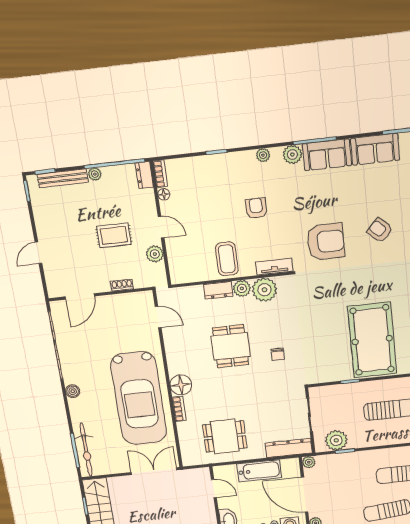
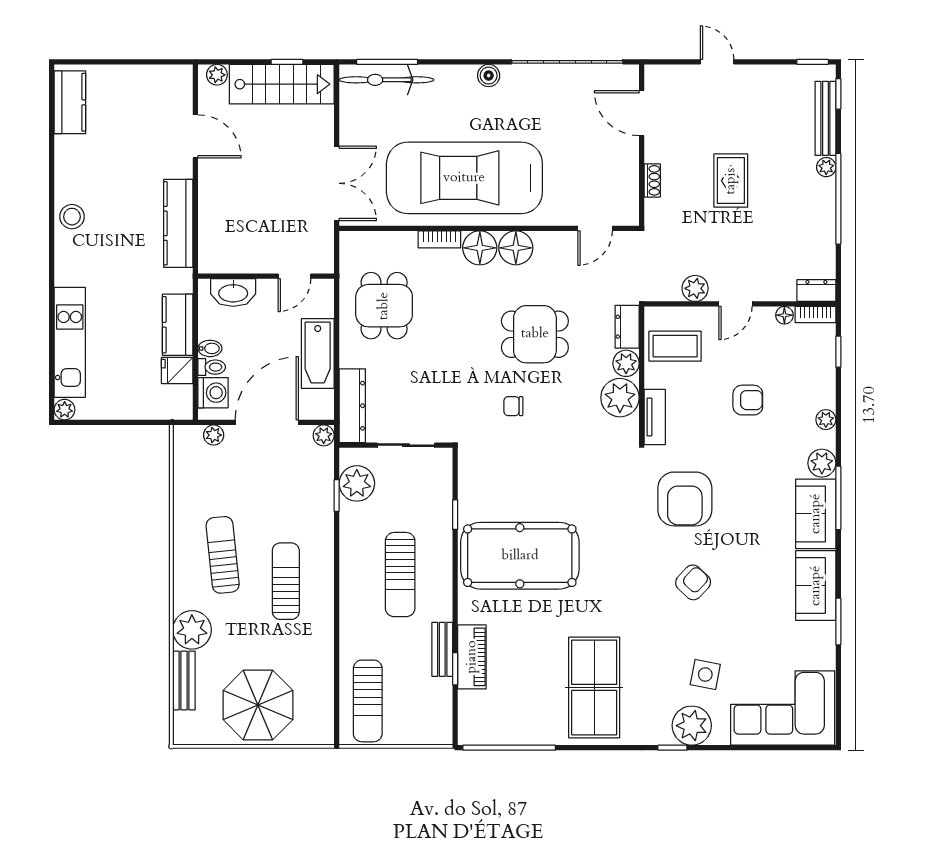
bookcase: (160, 174) -> (816, 315), moved
dresser: (144, 175) -> (816, 291), moved
floor lamp: (164, 194) -> (784, 315), moved
wall: (161, 224) -> (740, 304), moved
door: (161, 227) -> (735, 304), moved
plant: (155, 254) -> (695, 288), moved
floor lamp: (178, 364) -> (516, 248), added

